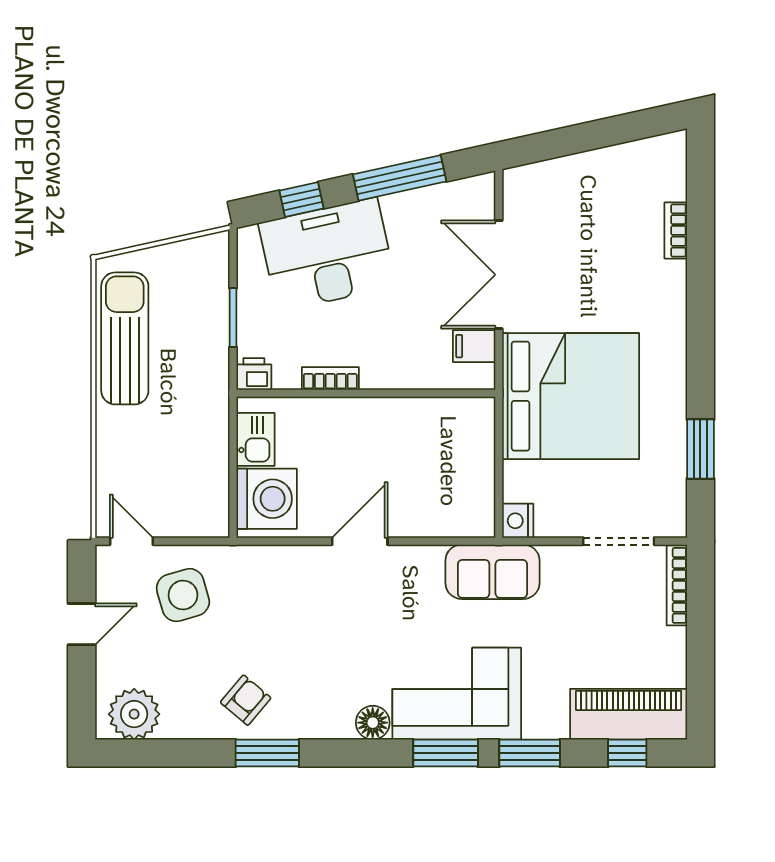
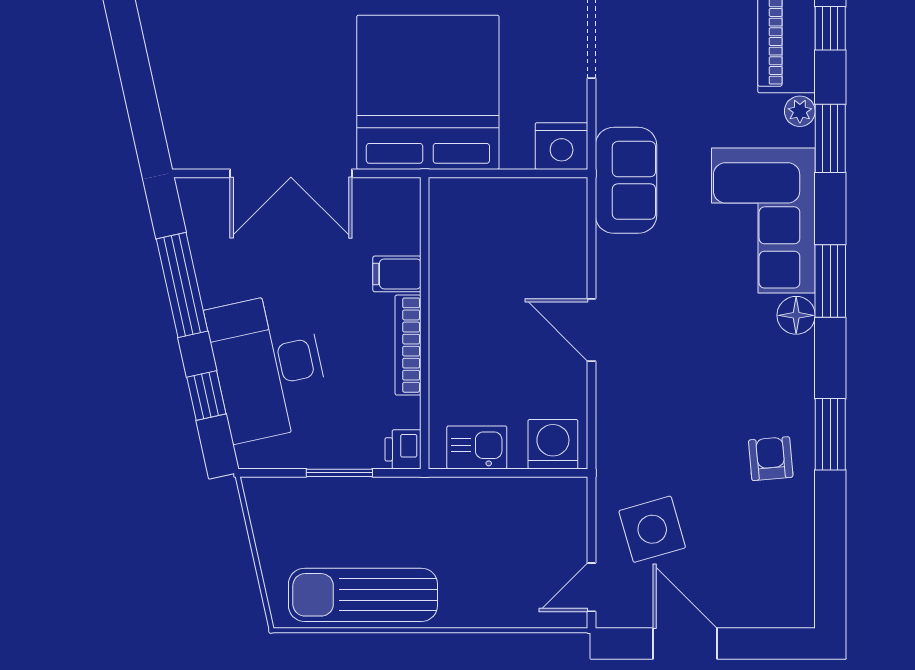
filing cabinet: (474, 346) -> (397, 274), moved, turned 90
bookcase: (330, 378) -> (408, 345), width x1.56
washing machine: (267, 499) -> (553, 444), width x0.73, depth x0.73
nightstand: (518, 521) -> (562, 146), width x1.36, depth x1.33
door: (82, 624) -> (685, 643), width x1.38
armchair: (246, 700) -> (771, 459), turned 45
plant: (134, 714) -> (800, 111), moved, width x0.53, depth x0.53
window: (446, 753) -> (830, 281), moved

